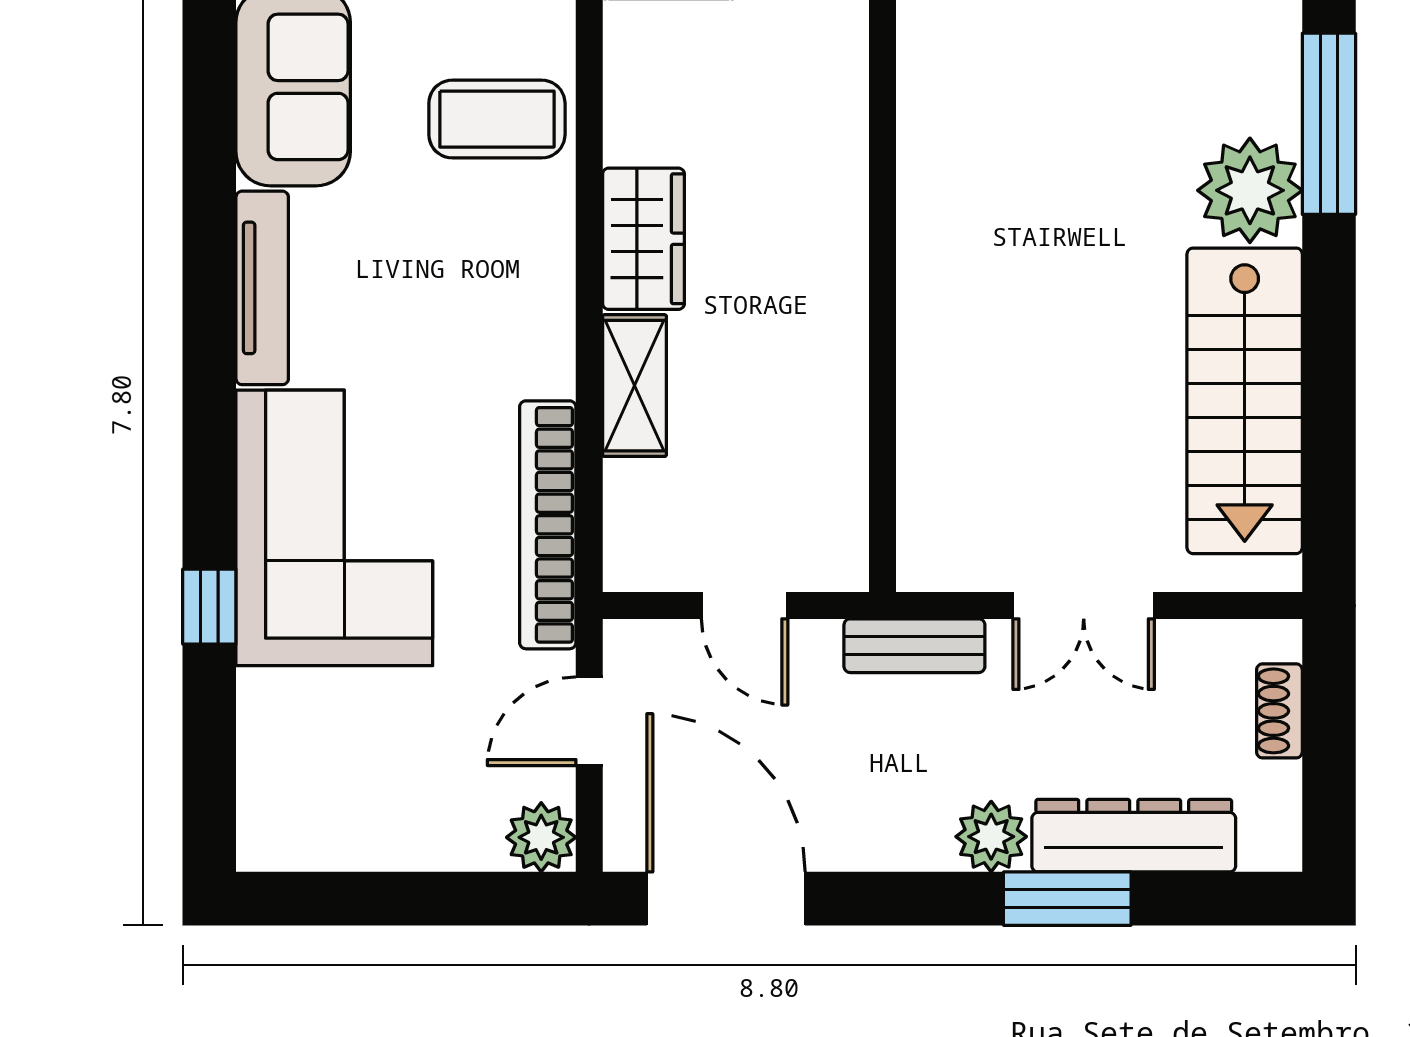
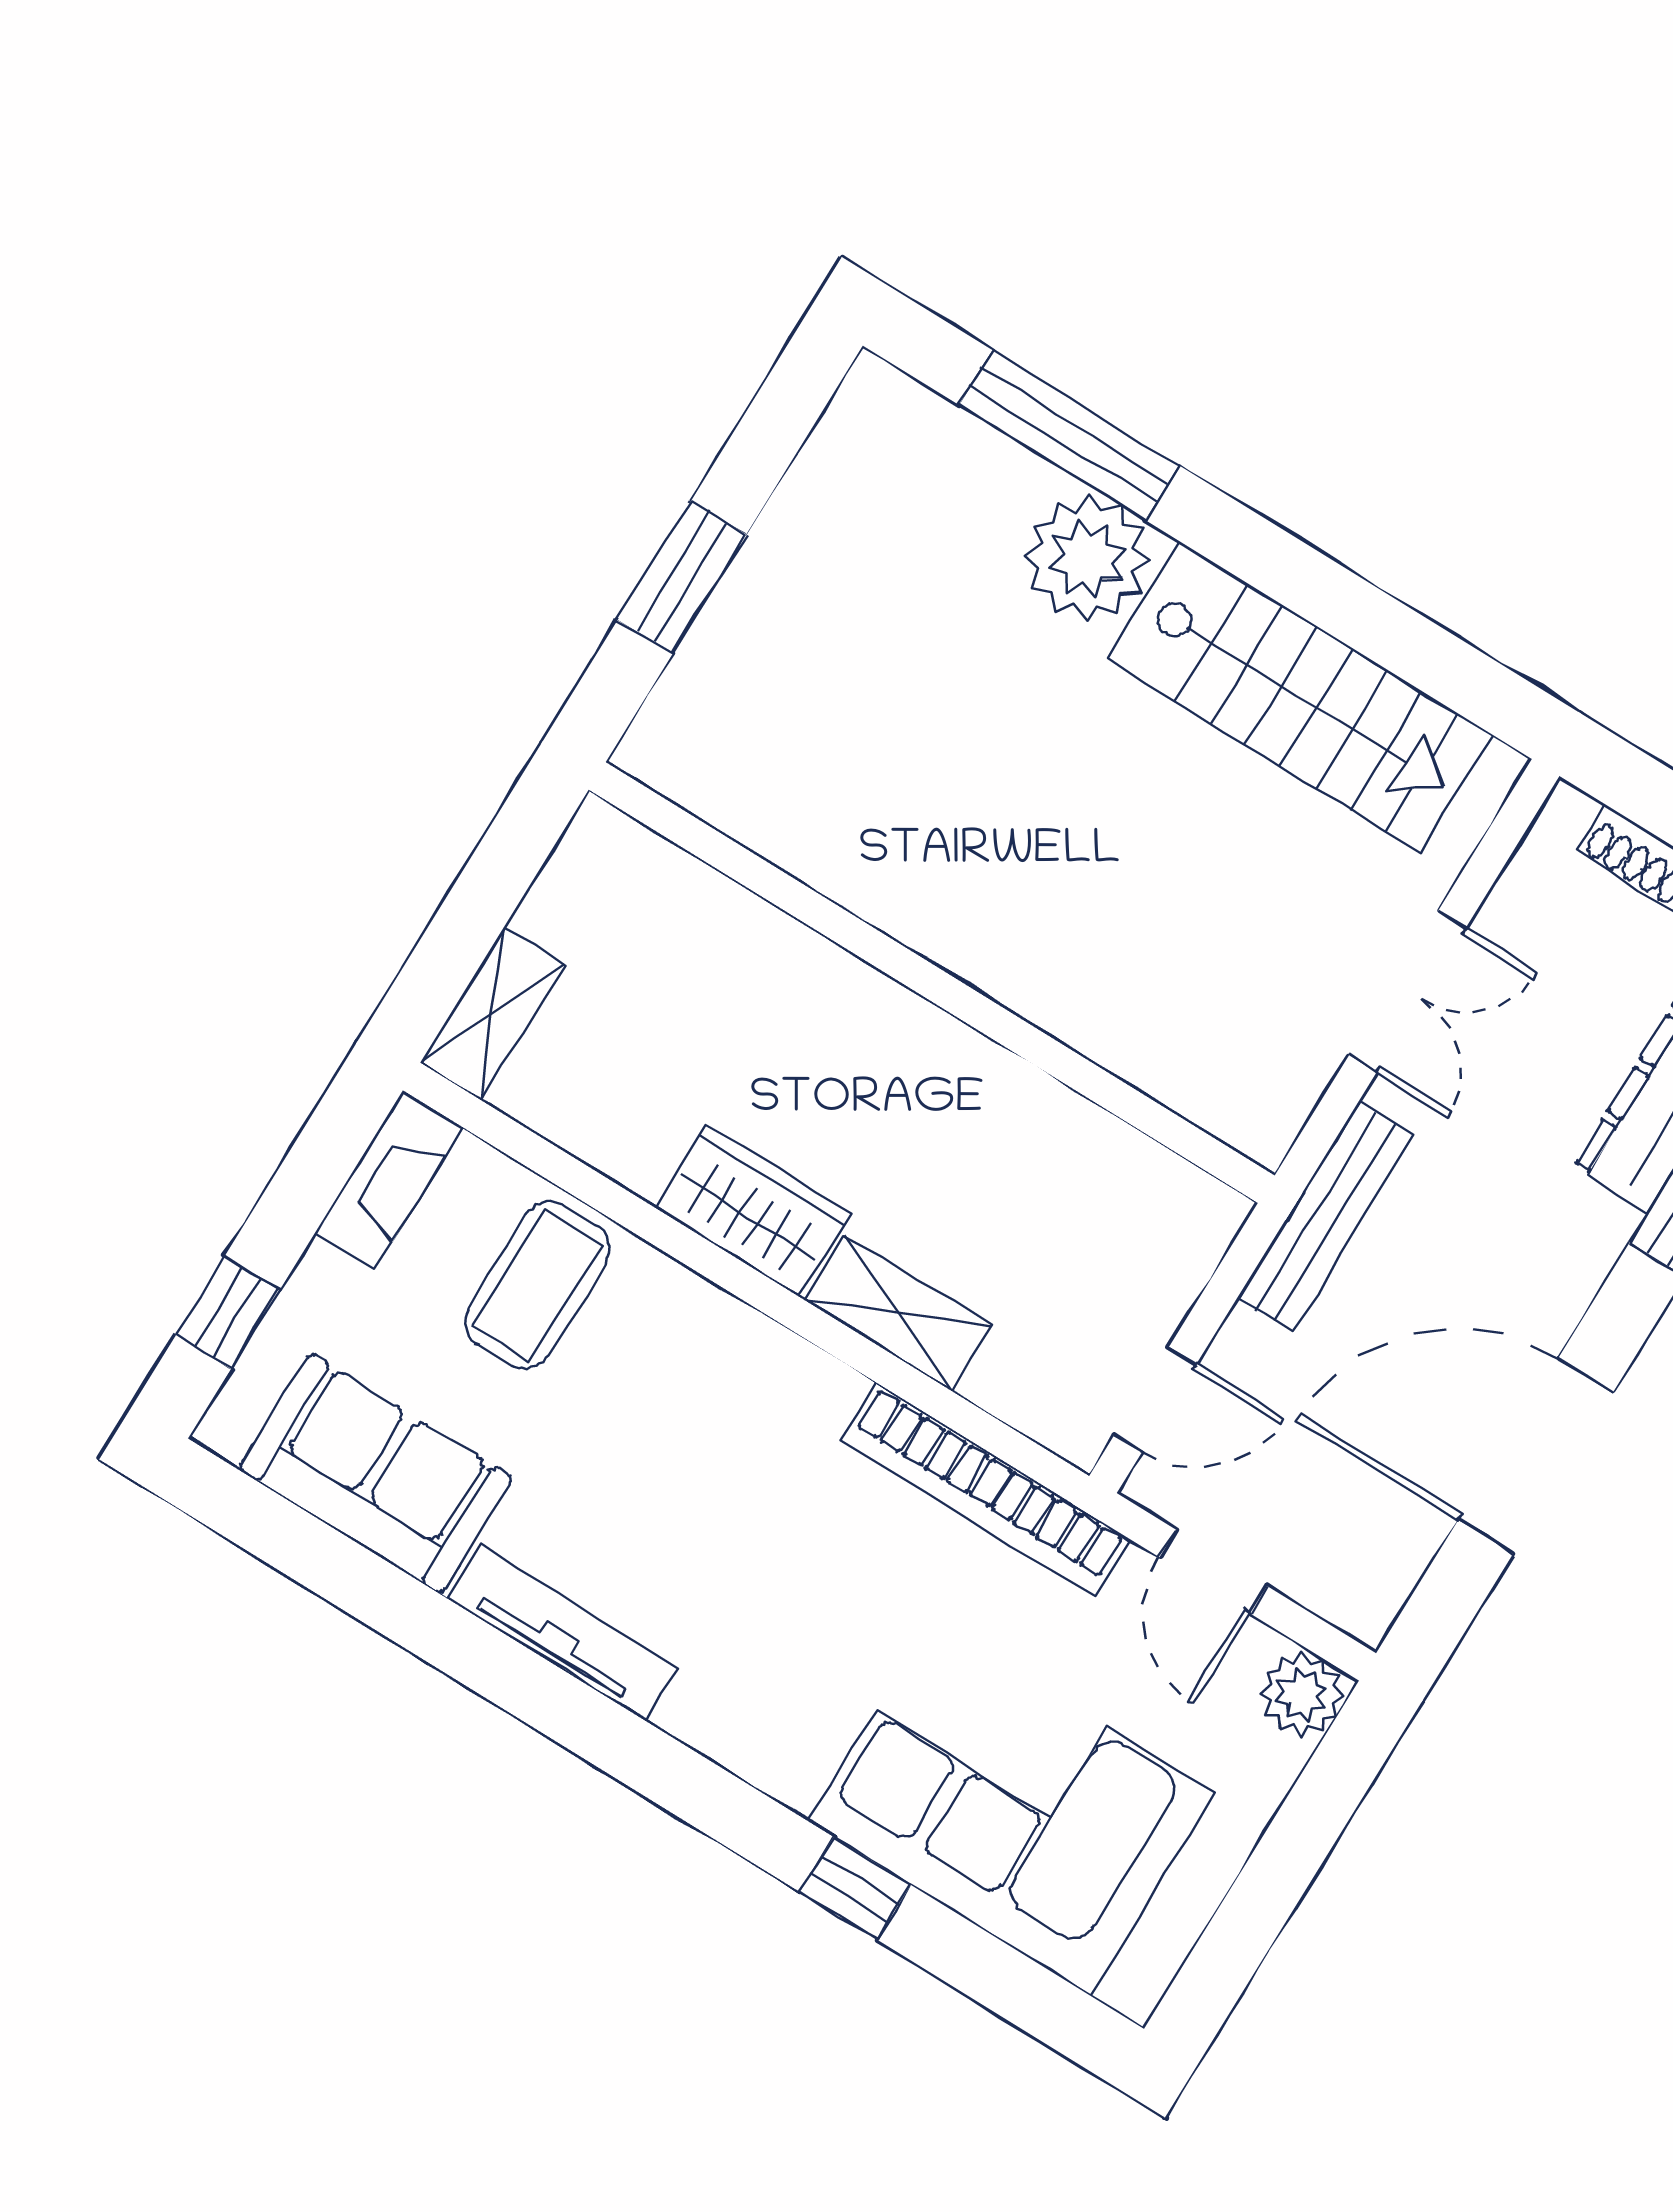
corner sofa: (334, 528) -> (1011, 1808), moved
door: (745, 605) -> (1155, 1399), moved
bench: (914, 646) -> (1325, 1217), width x1.36
plant: (991, 837) -> (1586, 1233), removed
door: (726, 899) -> (1536, 1456), moved

